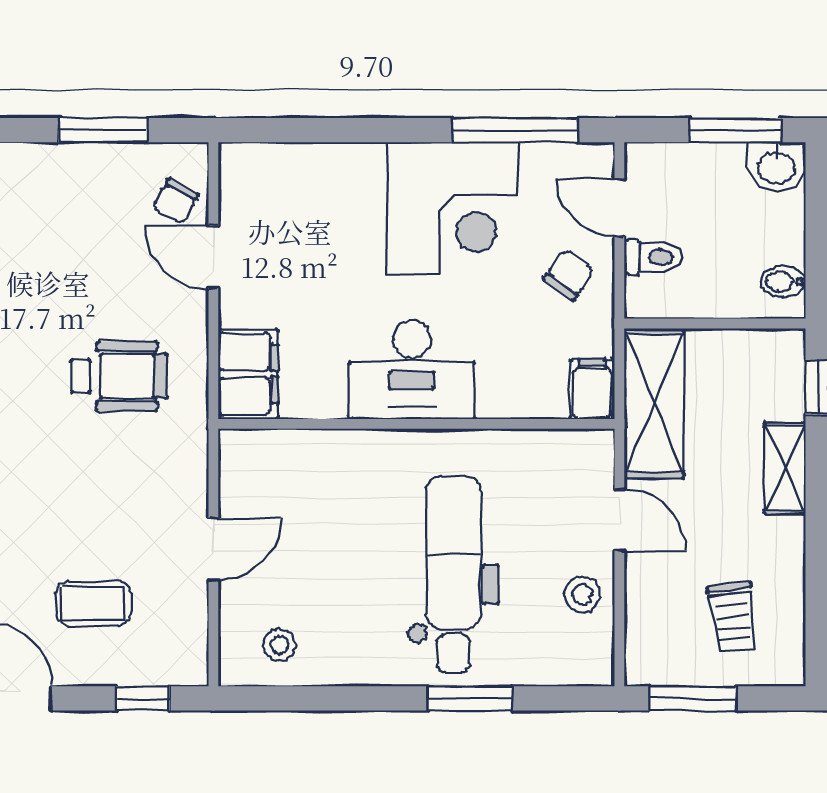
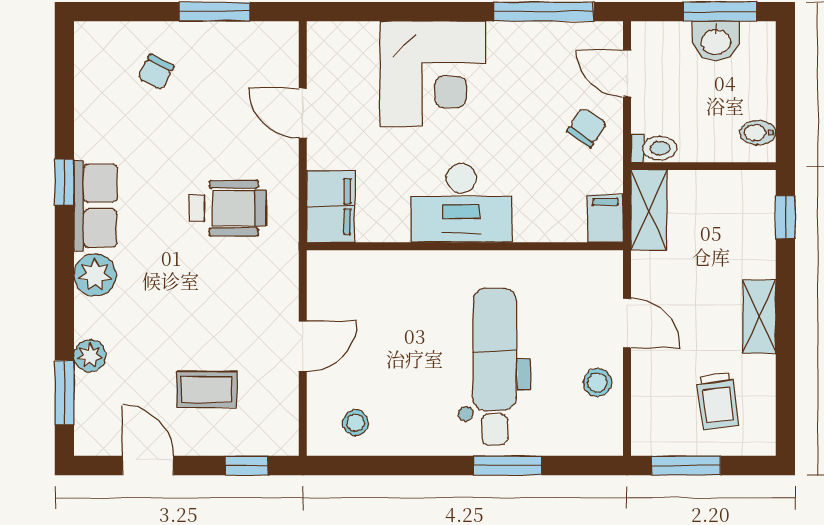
washbasin: (777, 167) -> (716, 41), moved
chair: (176, 201) -> (156, 72), moved
corner desk: (453, 208) -> (433, 74), moved
toilet: (653, 257) -> (654, 148), moved
shelving: (654, 403) -> (649, 210), width x0.67, depth x0.75
shelving: (785, 468) -> (759, 317), moved

